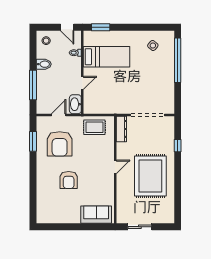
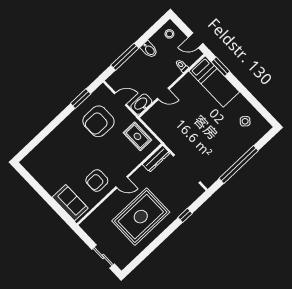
door: (67, 27) -> (196, 40), hinge flipped
bed: (107, 57) -> (214, 81), moved
window: (178, 60) -> (239, 164), moved
armchair: (69, 180) -> (97, 181), moved
sliding door: (140, 227) -> (103, 257), moved

